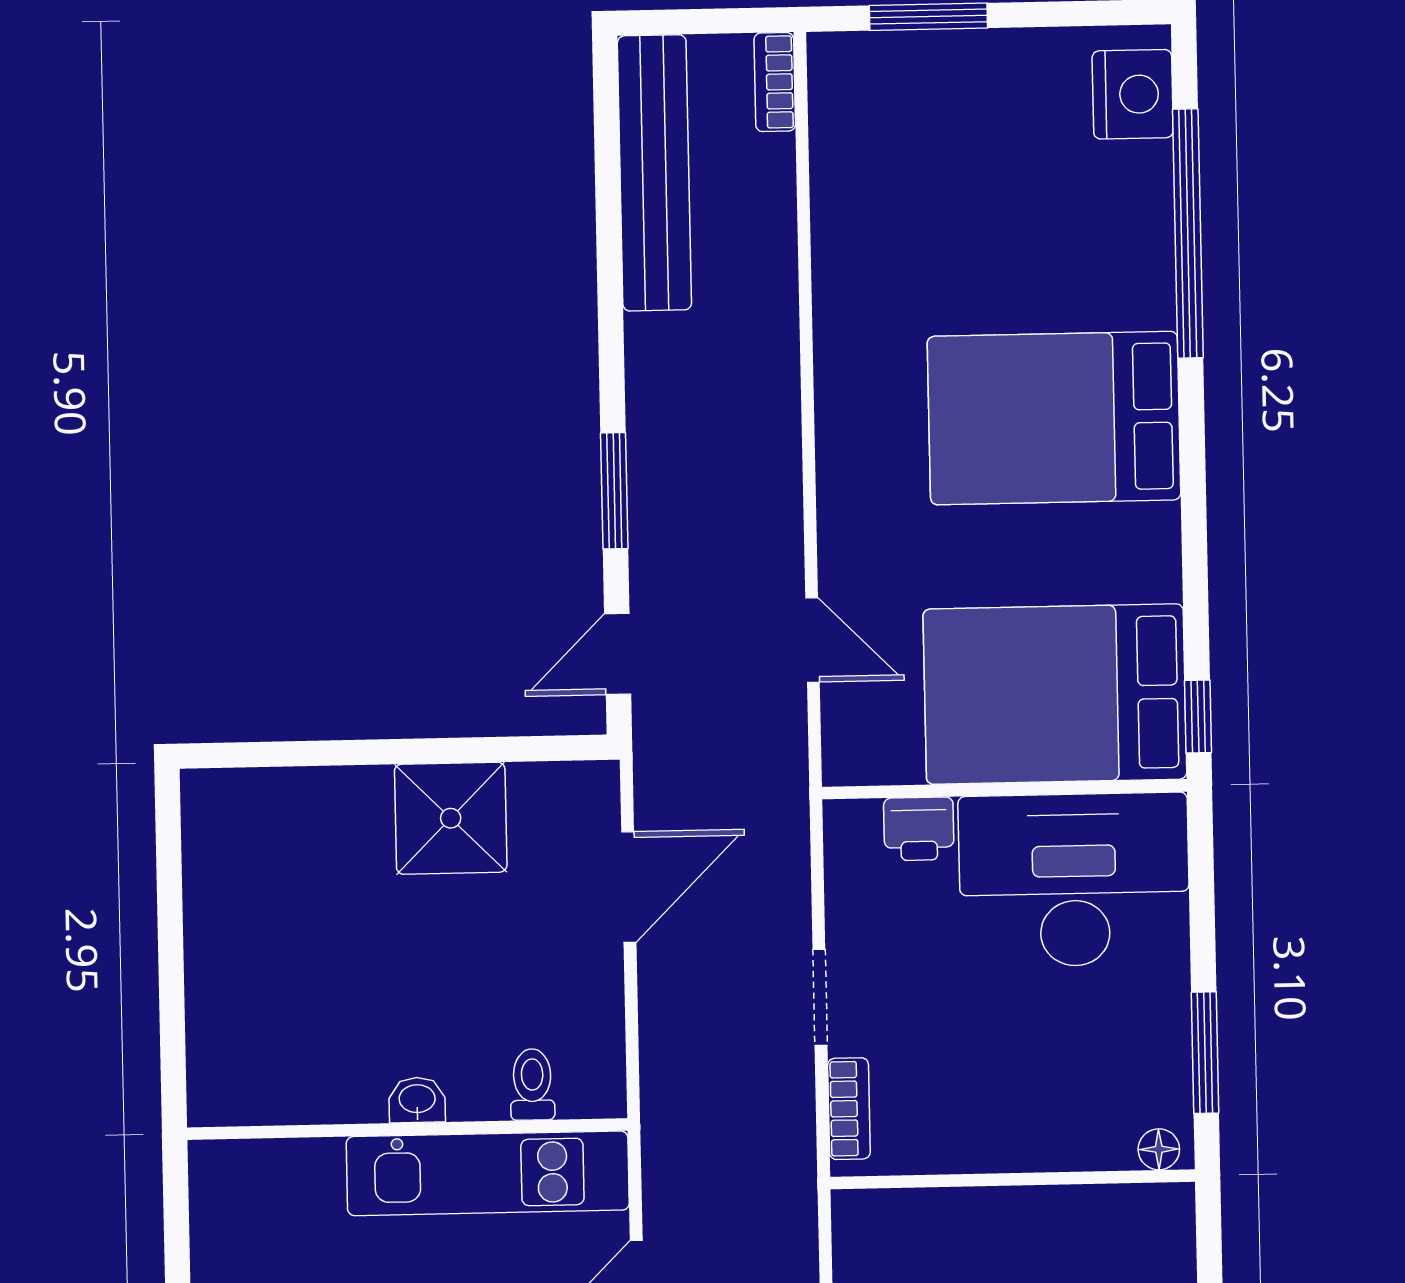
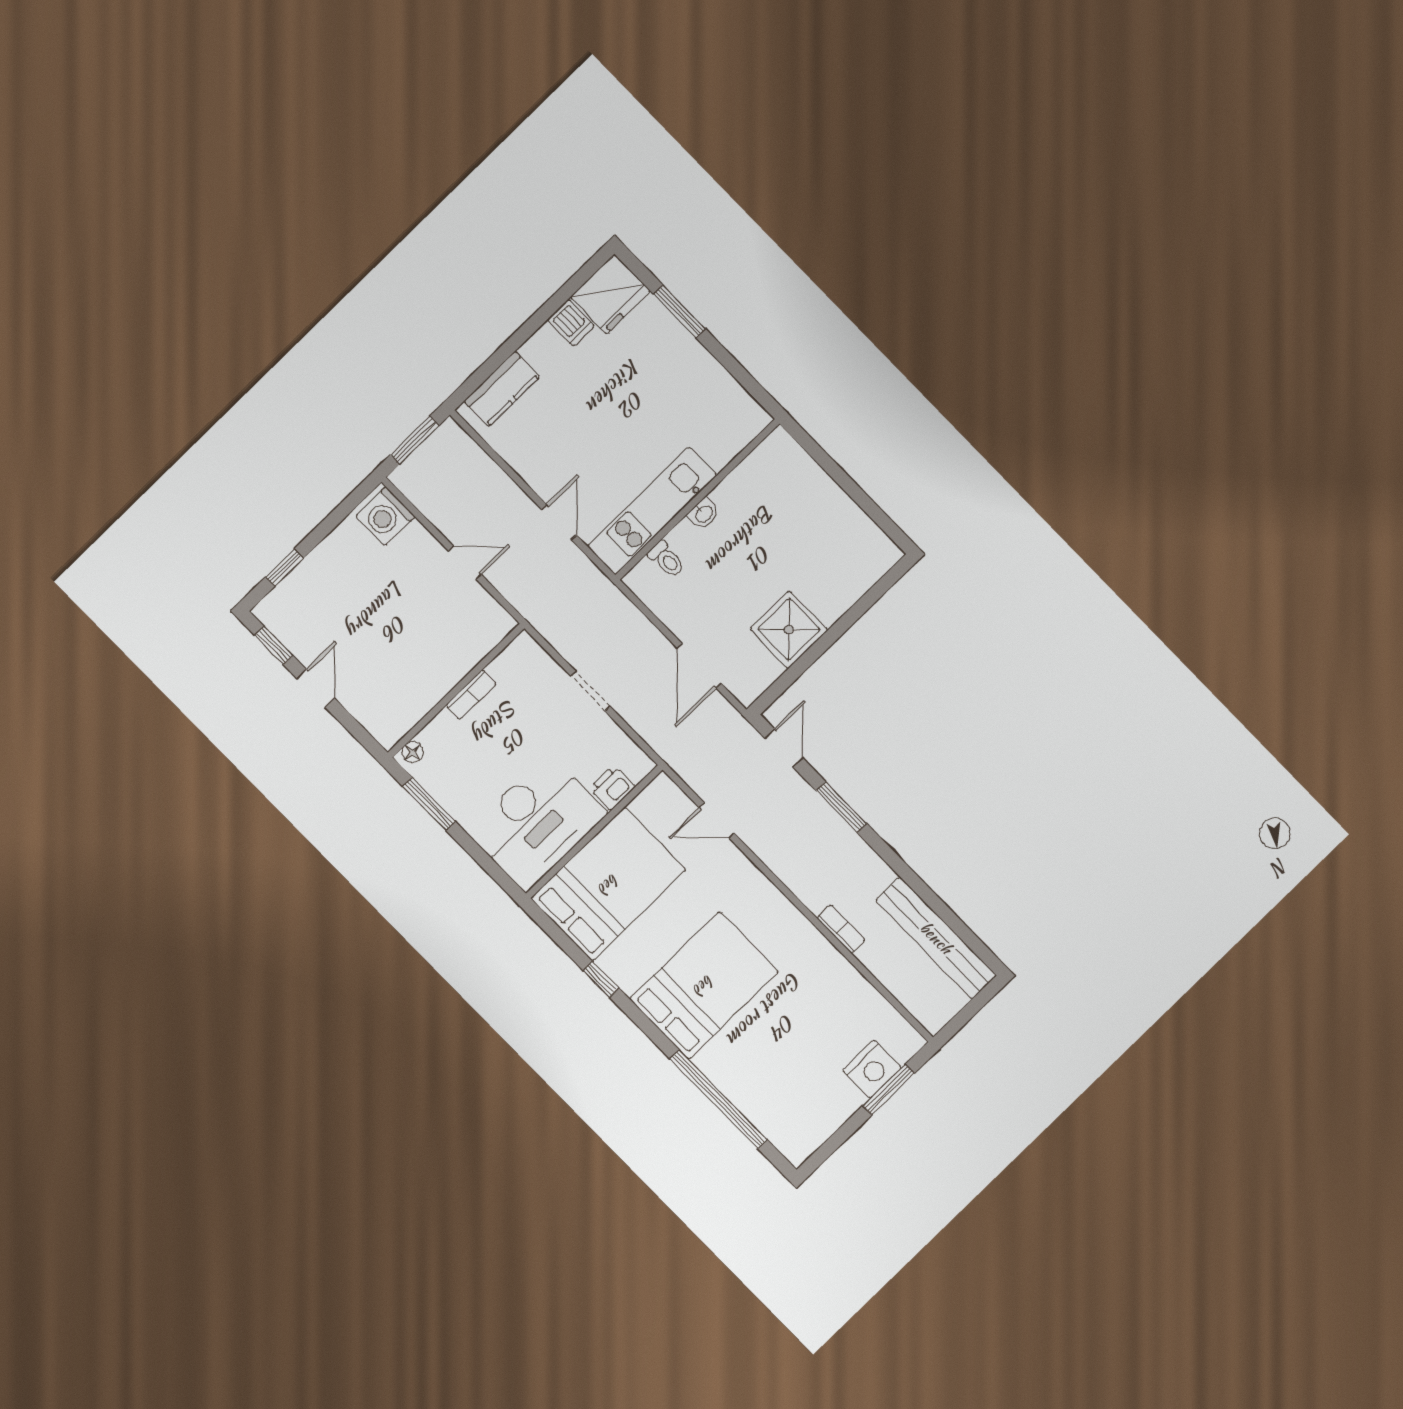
bookcase: (775, 82) -> (841, 929), moved
nightstand: (1133, 94) -> (872, 1069), moved, turned -90
window: (1198, 717) -> (601, 979), moved
bookcase: (849, 1109) -> (471, 694), moved, turned -90

